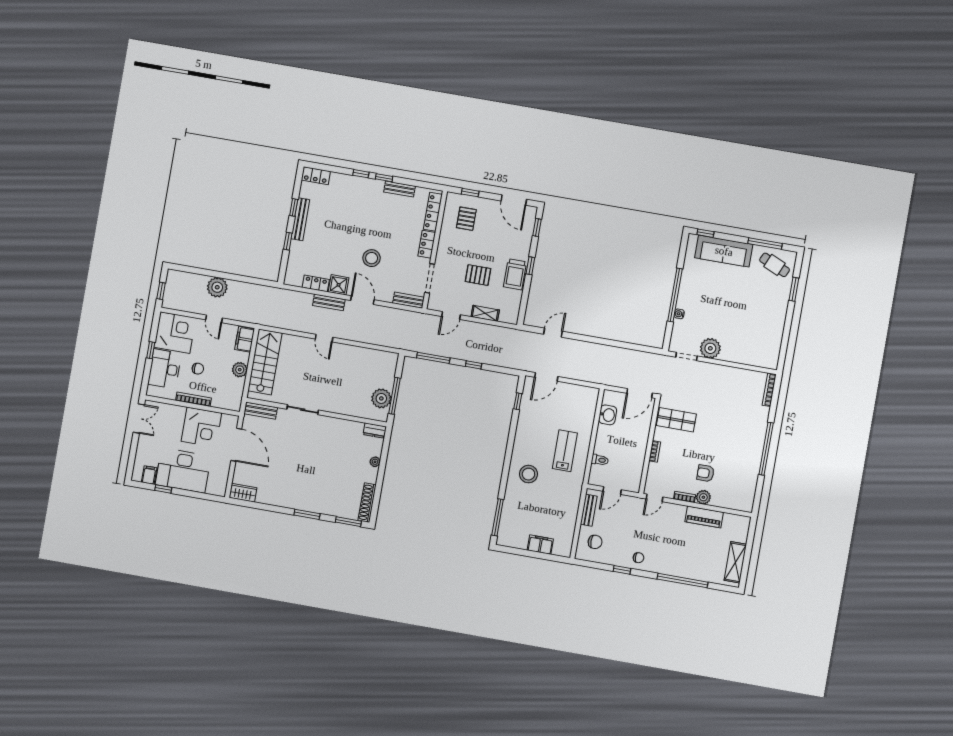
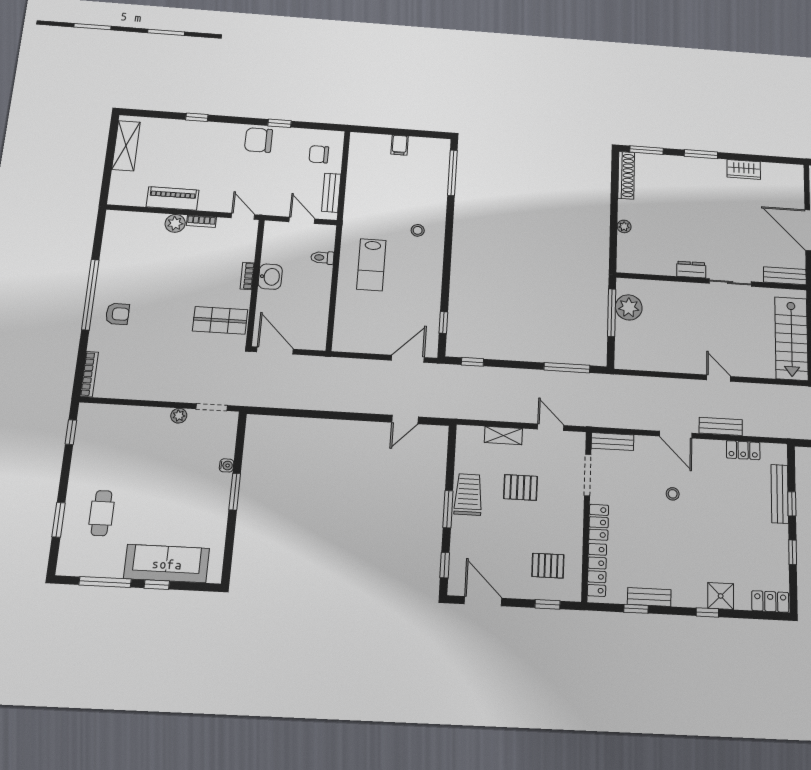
window: (384, 178) -> (636, 609), moved
bench: (300, 219) -> (780, 494), moved
pallet: (466, 219) -> (548, 566), turned 90
window: (705, 233) -> (157, 585), moved
stool: (372, 258) -> (673, 494), width x0.53, depth x0.53
cafe table: (775, 265) -> (102, 513), moved, turned 66
window: (530, 266) -> (448, 509), width x1.50
shower: (339, 285) -> (721, 596), moved
window: (675, 295) -> (235, 492), width x0.47
door: (451, 316) -> (551, 427), hinge flipped
plant: (710, 348) -> (179, 416), width x0.53, depth x0.53
window: (783, 349) -> (71, 432), added
window: (474, 365) -> (472, 362), moved
door: (640, 393) -> (275, 351), hinge flipped
washbasin: (608, 415) -> (270, 277), moved, turned 180
dresser: (375, 431) -> (691, 270), moved
armchair: (705, 473) -> (117, 314), moved
stool: (528, 474) -> (418, 230), width x0.53, depth x0.53
door: (612, 490) -> (302, 220), hinge flipped
wardrobe: (243, 493) -> (744, 169), moved
door: (654, 498) -> (243, 216), hinge flipped
filing cabinet: (540, 545) -> (400, 145), width x0.50
chair: (638, 558) -> (258, 140), width x1.87, depth x1.87
window: (682, 581) -> (197, 117), width x0.32

